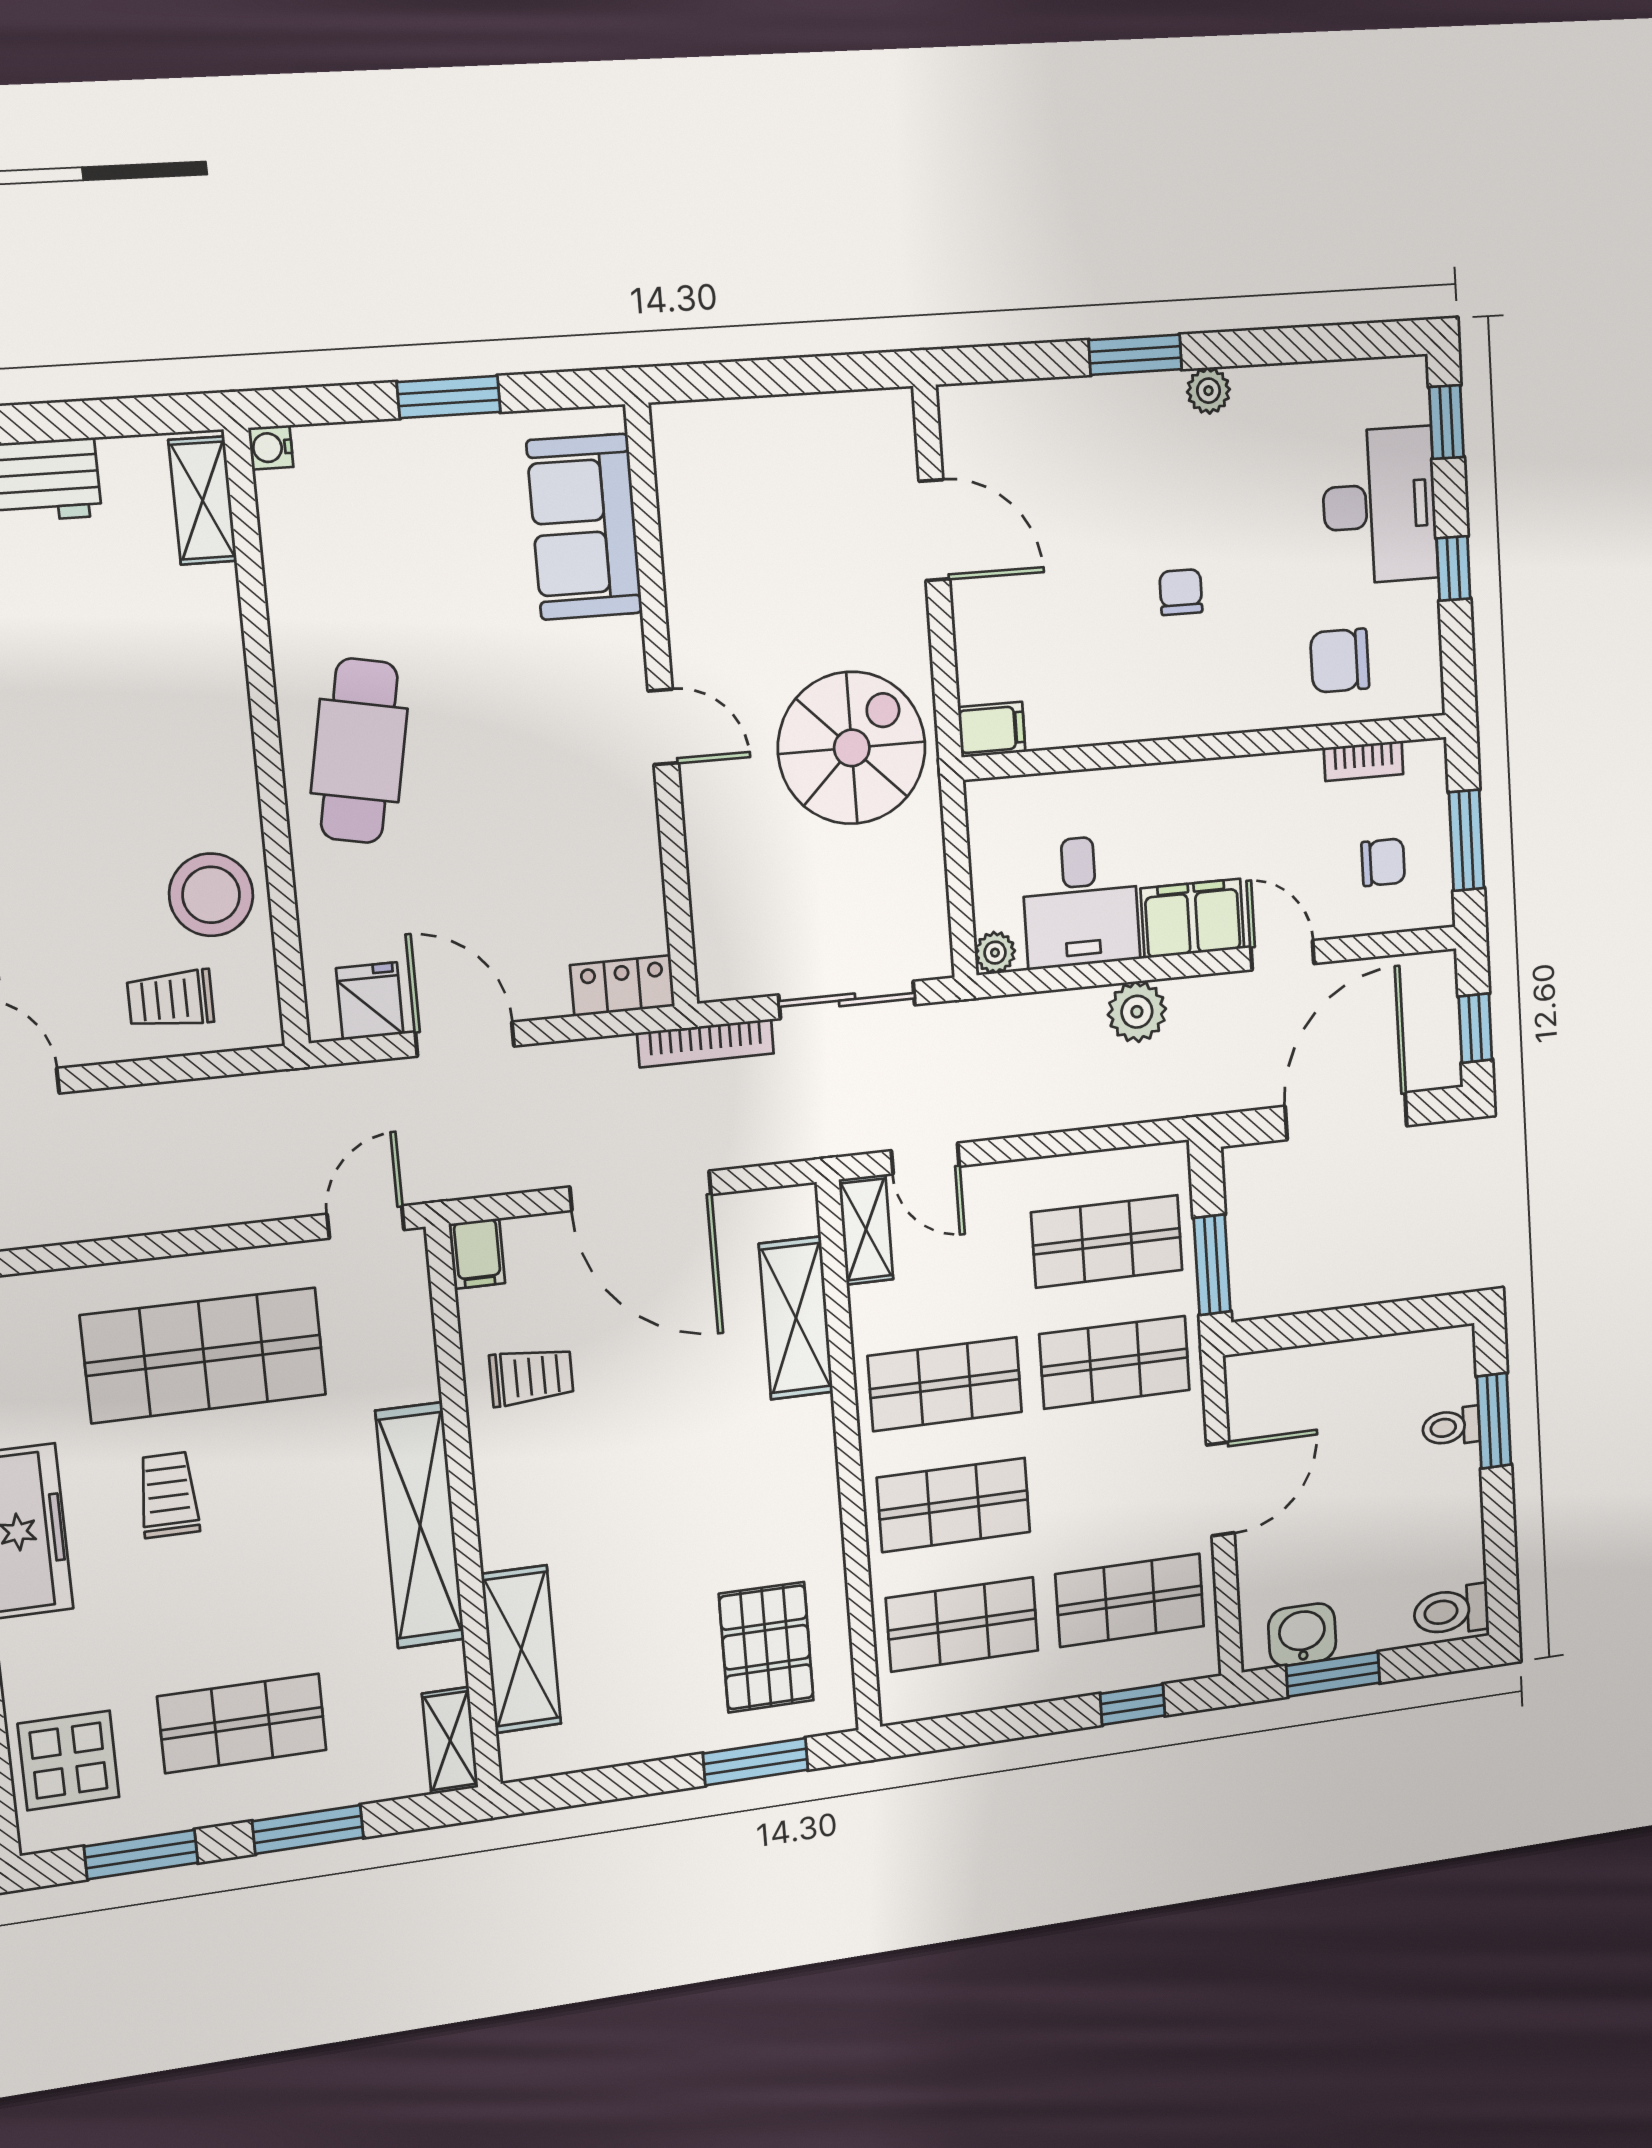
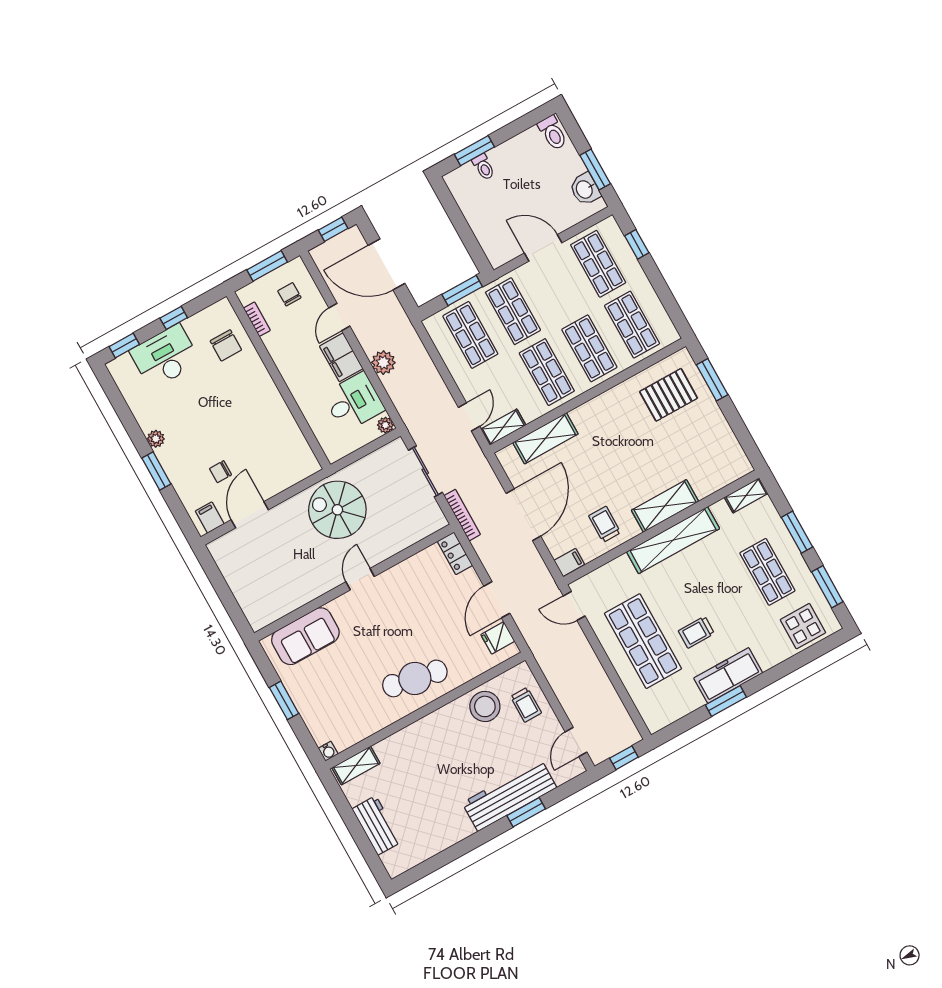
chair: (1181, 592) -> (221, 472), moved
filing cabinet: (992, 729) -> (210, 518), moved
shelving: (521, 1649) -> (665, 506), moved

